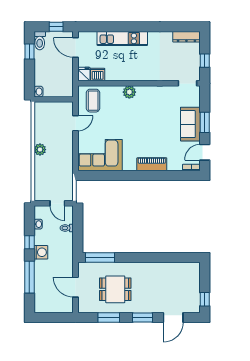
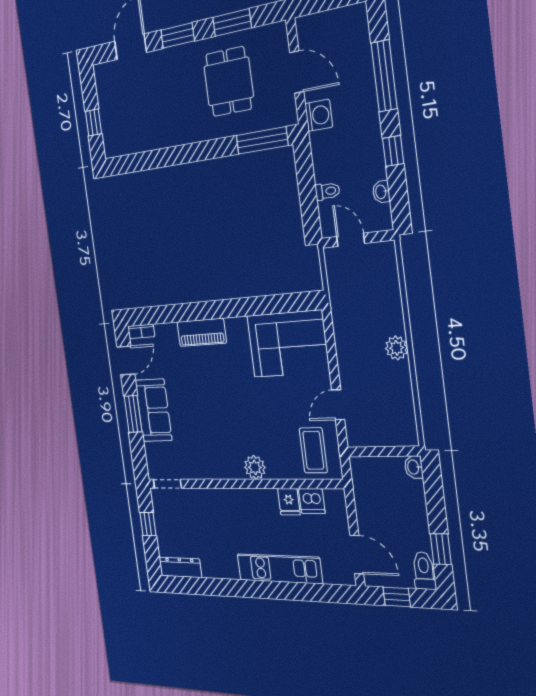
fridge: (84, 74) -> (289, 502), moved
washing machine: (41, 252) -> (319, 115), moved, turned 180
dining table: (115, 289) -> (229, 82), turned 90
window: (205, 299) -> (93, 122), moved

